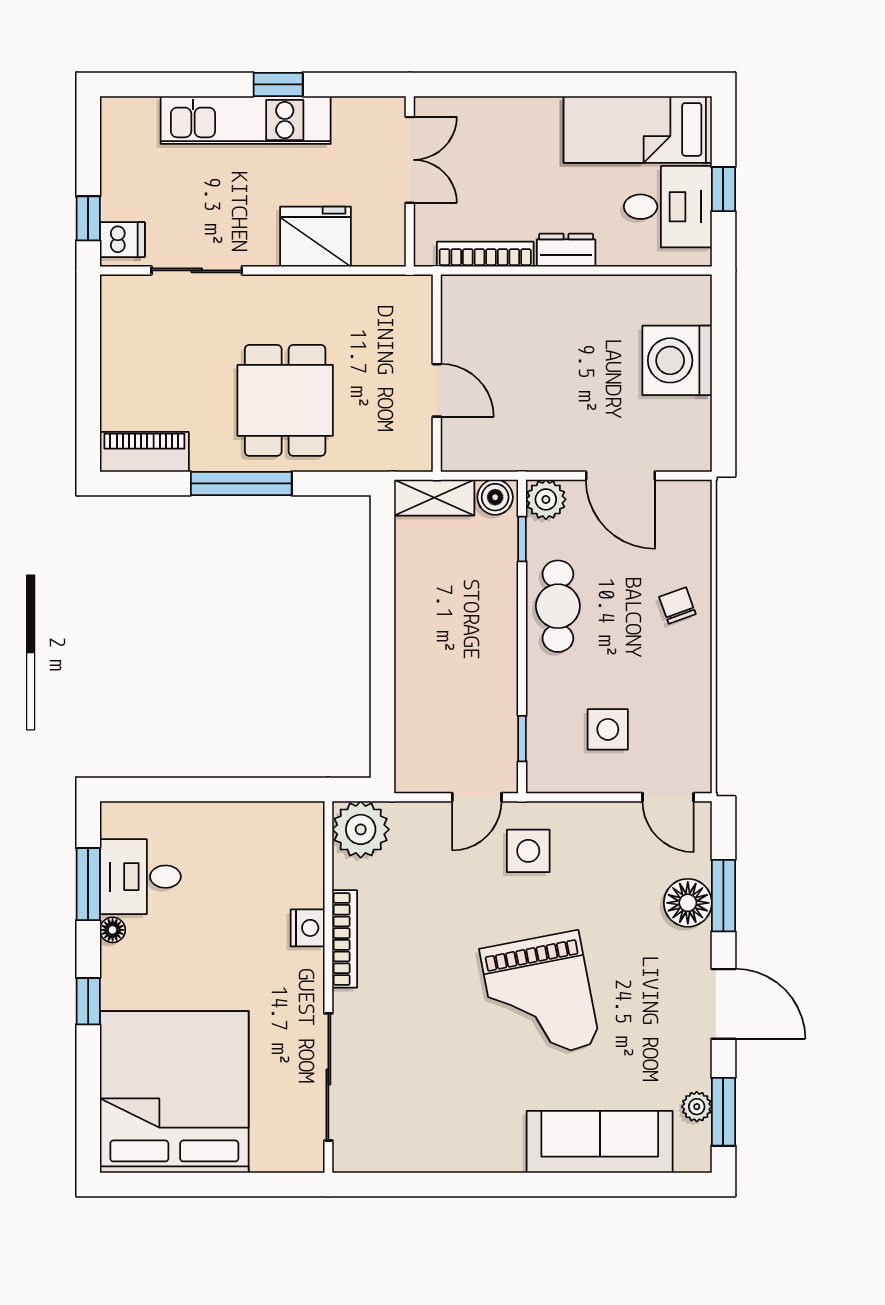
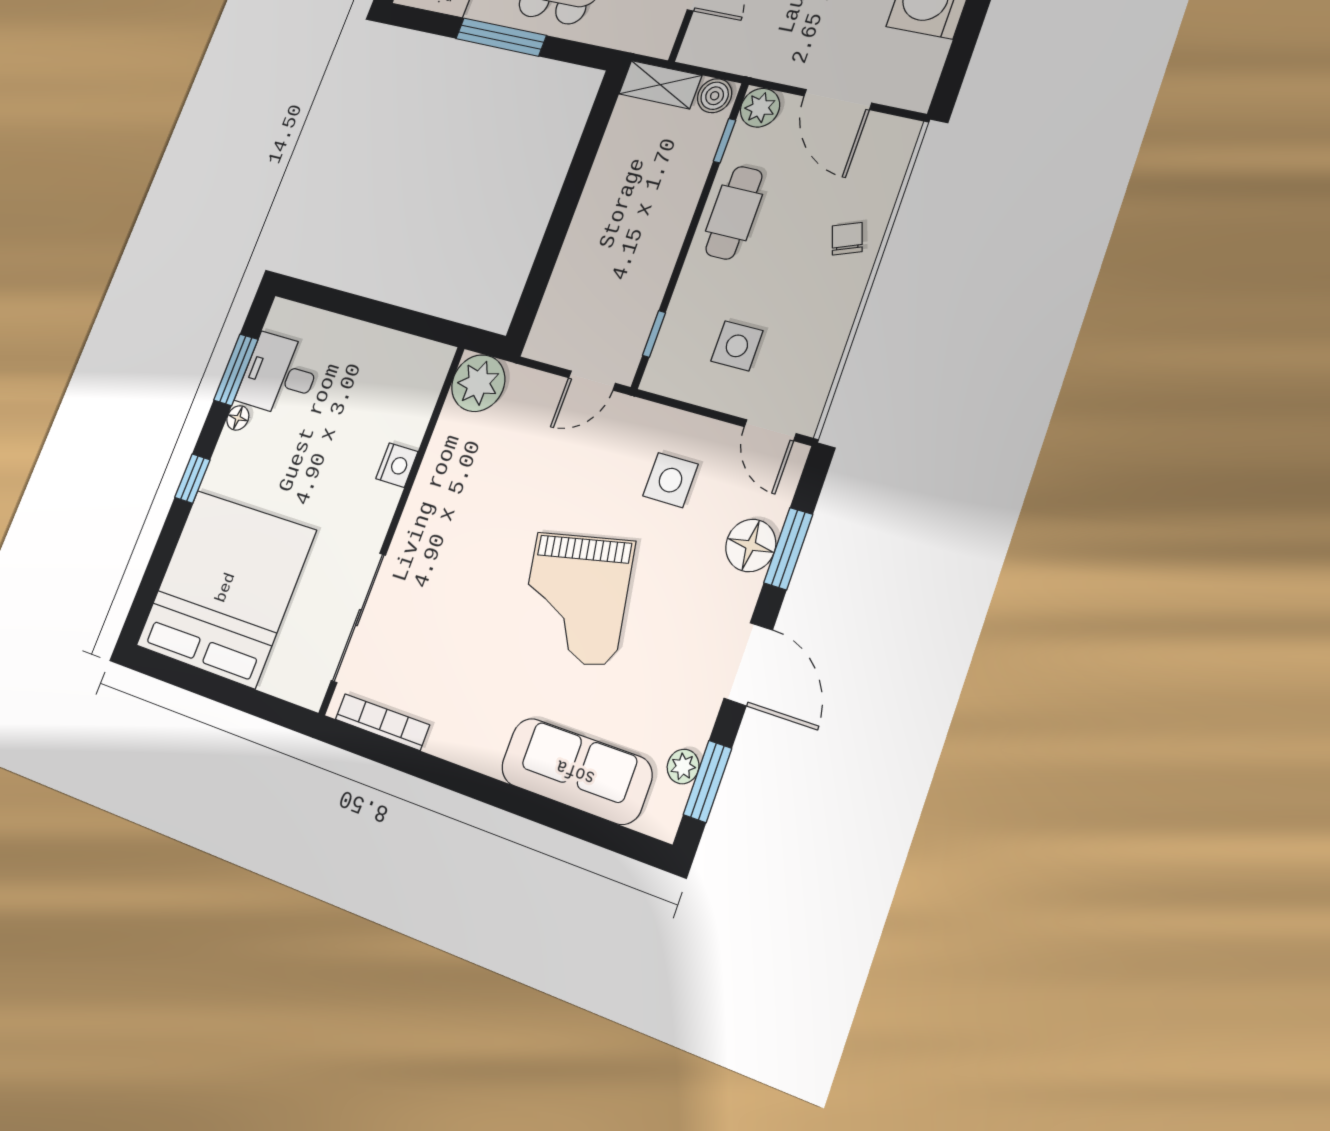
side table: (528, 851) -> (670, 480), moved
bookcase: (345, 939) -> (382, 722), moved, turned -90

